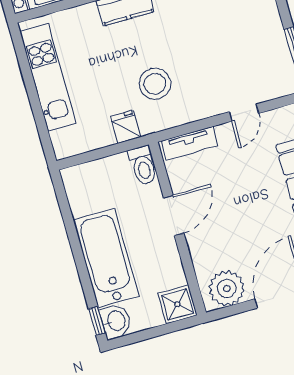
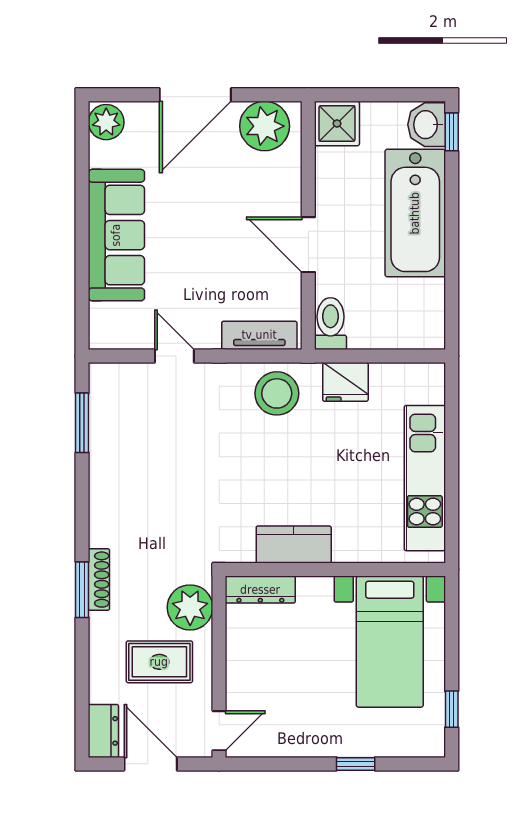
stool: (155, 84) -> (277, 393), moved
door: (244, 113) -> (174, 356), hinge flipped
fridge: (126, 127) -> (345, 382), width x1.38
door: (174, 215) -> (308, 245), hinge flipped

